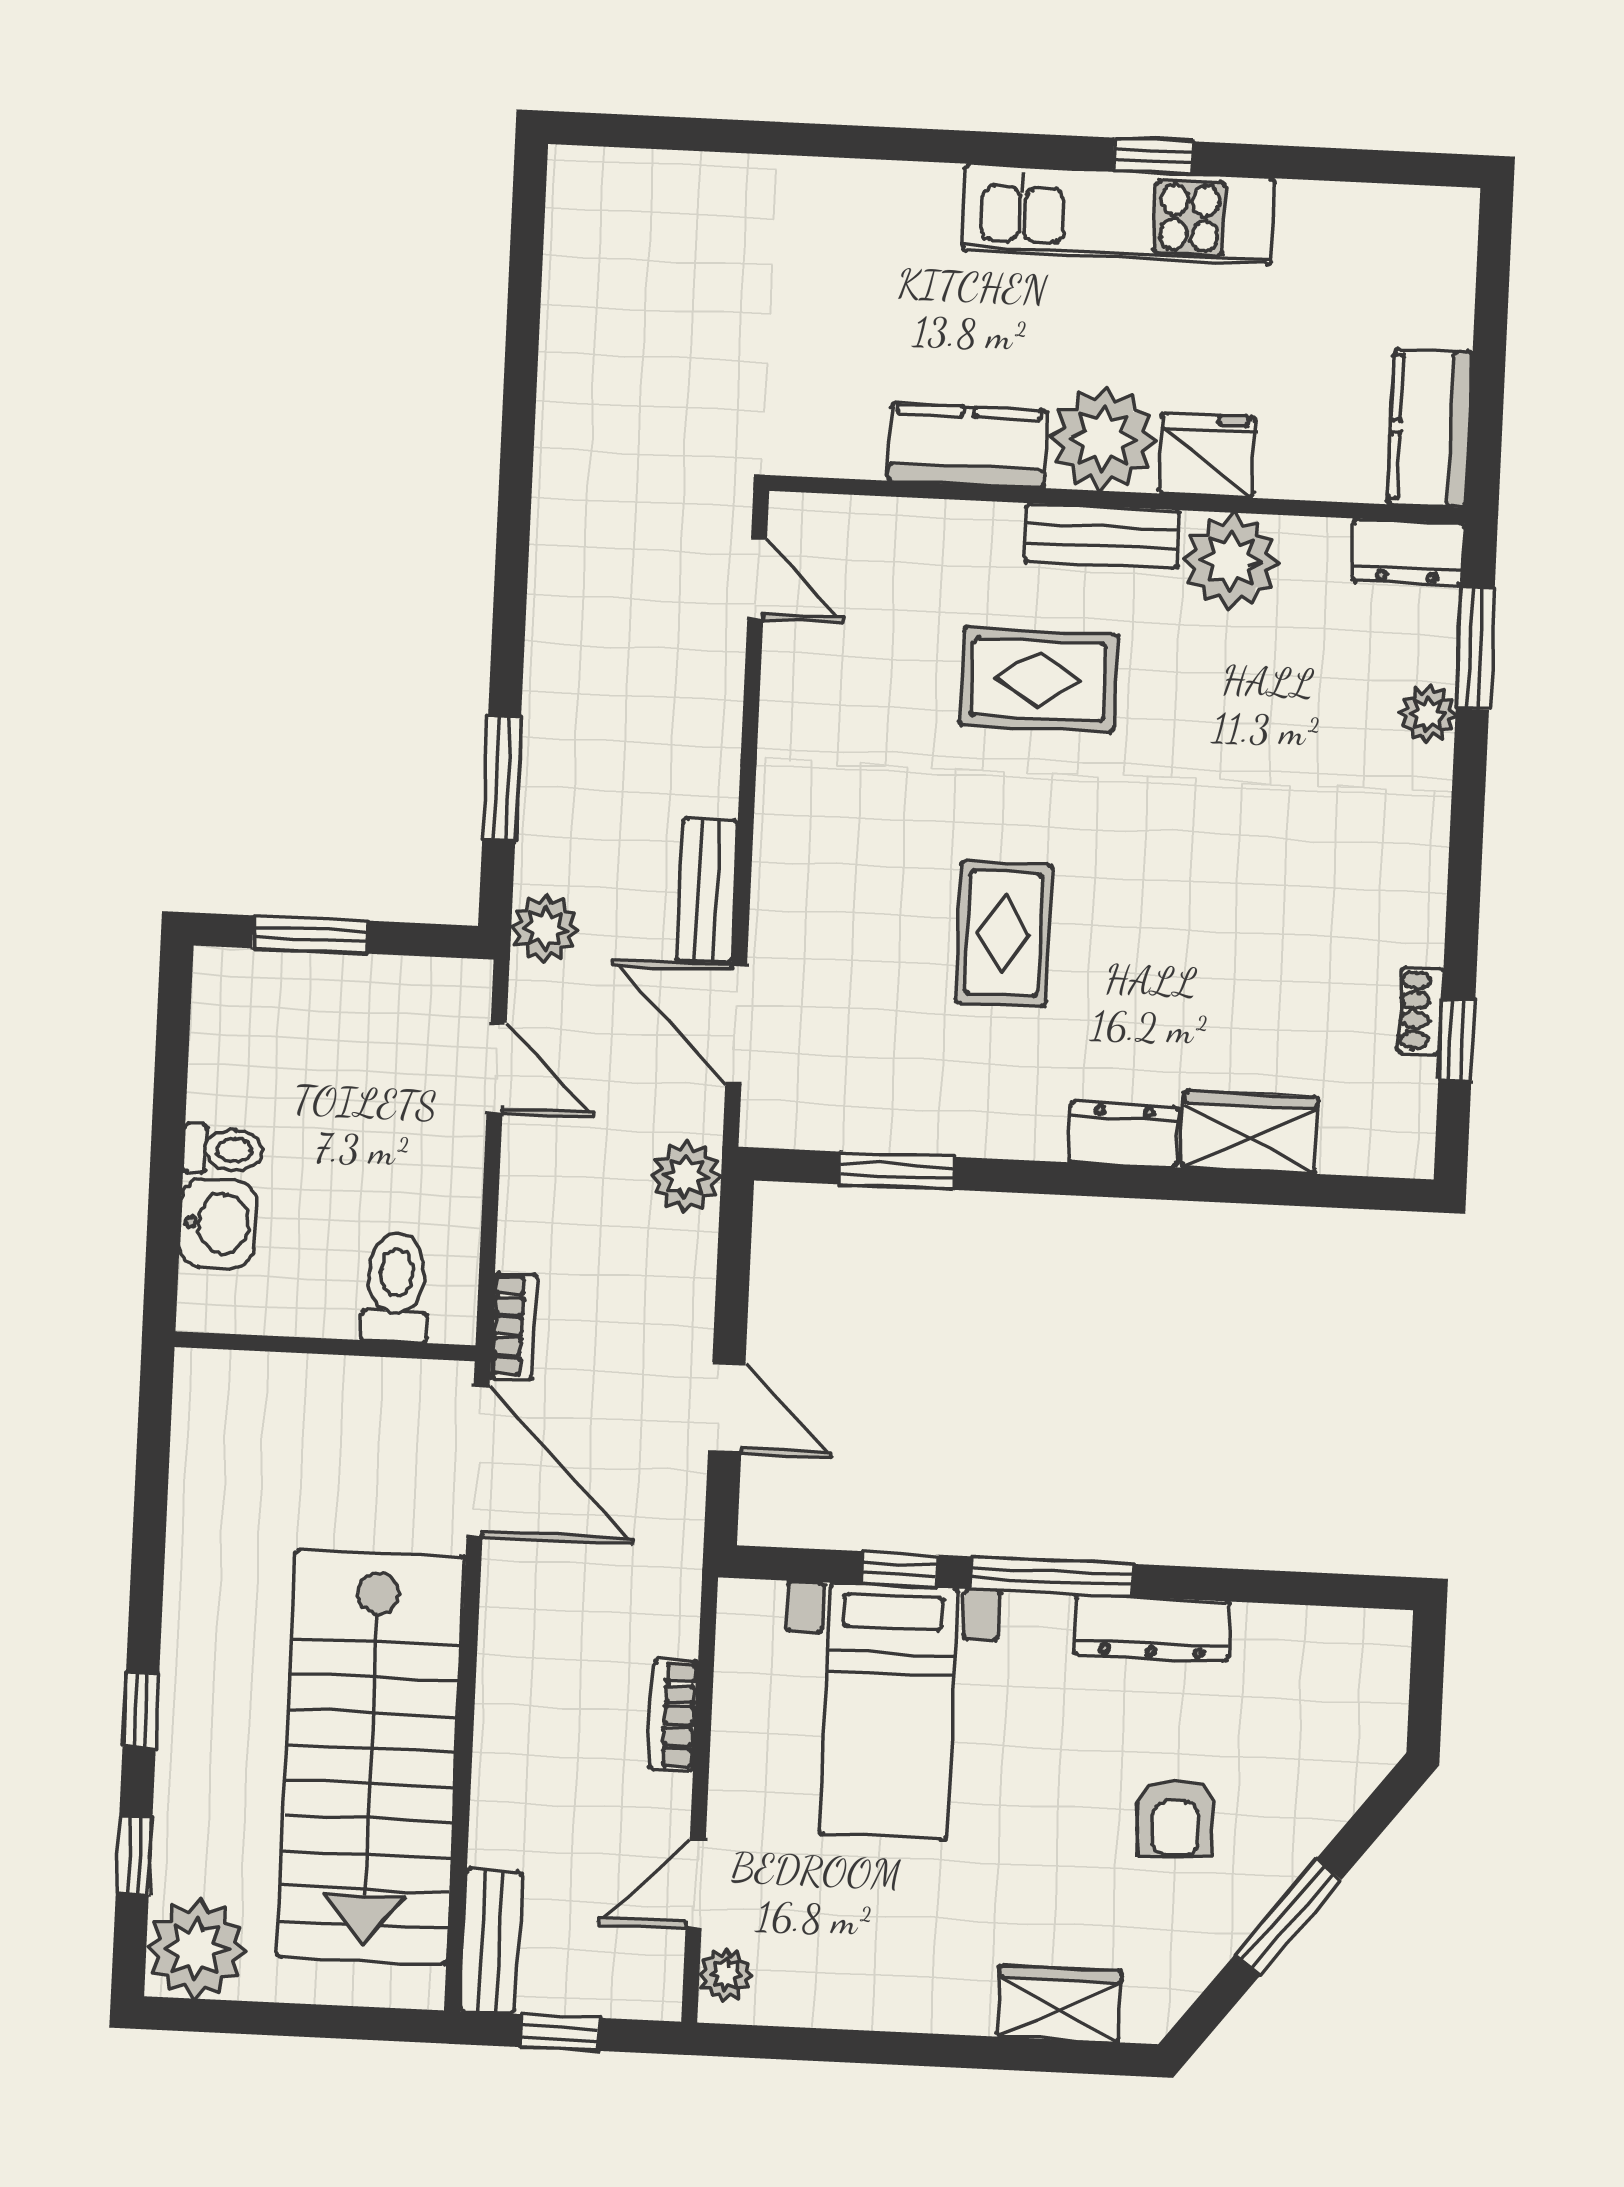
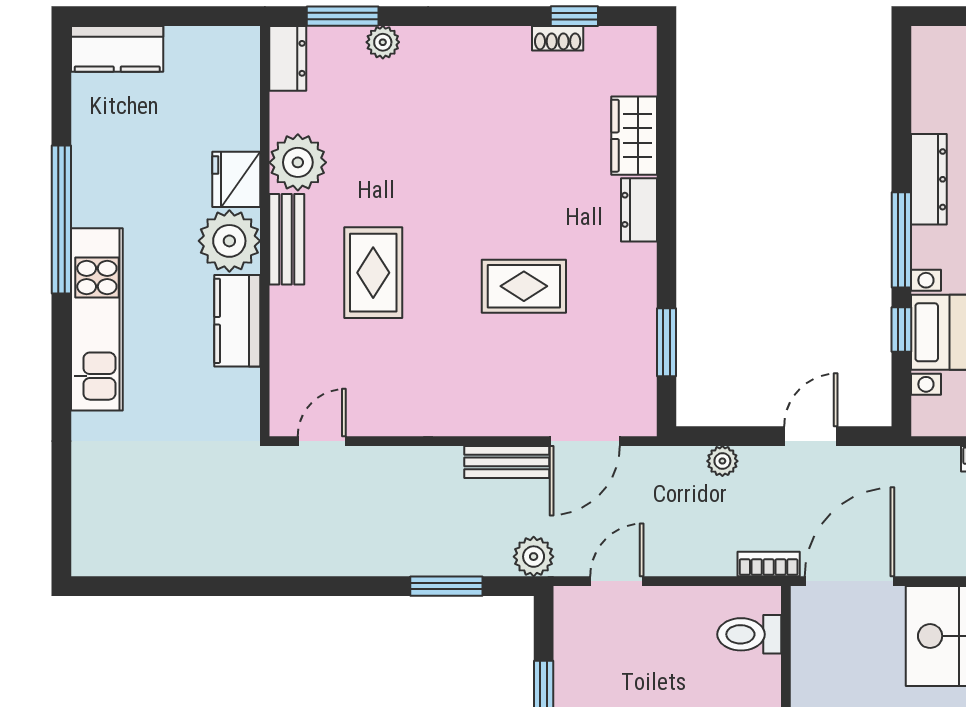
window: (1153, 156) -> (61, 220), width x3.17
kitchen unit: (1119, 214) -> (97, 319), moved
kitchen counter: (1430, 428) -> (117, 49), moved
plant: (686, 1177) -> (722, 461), moved, width x0.73, depth x0.73

